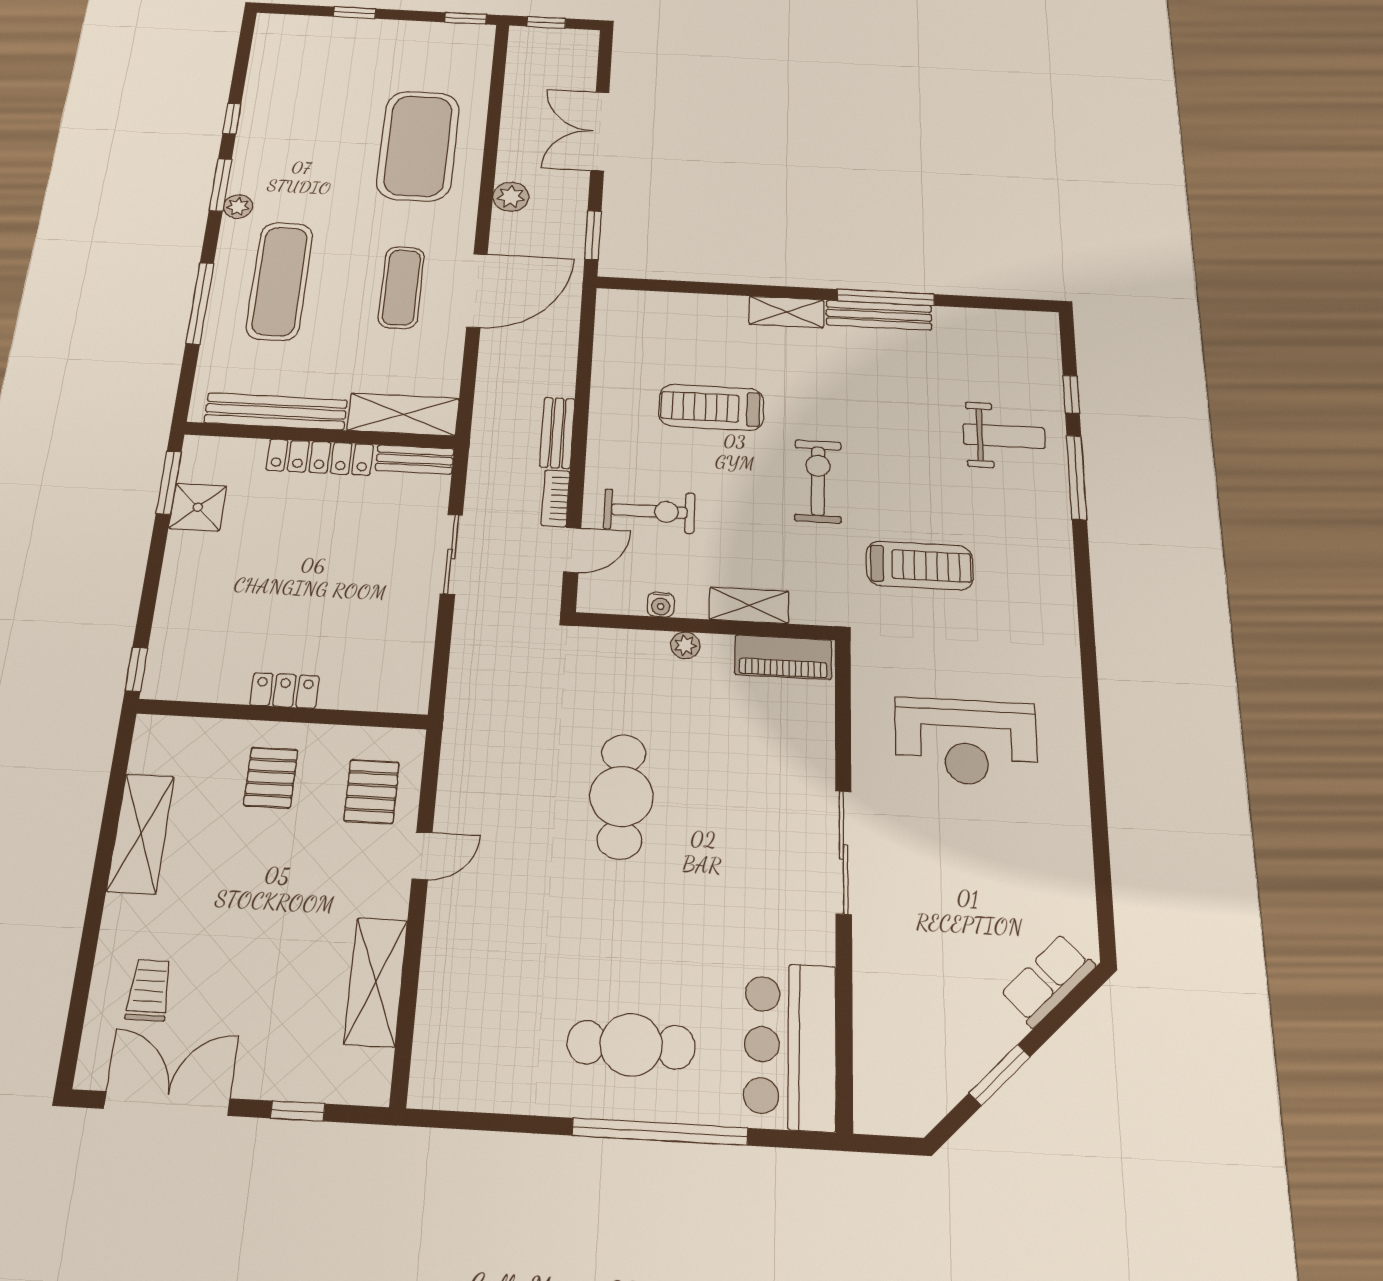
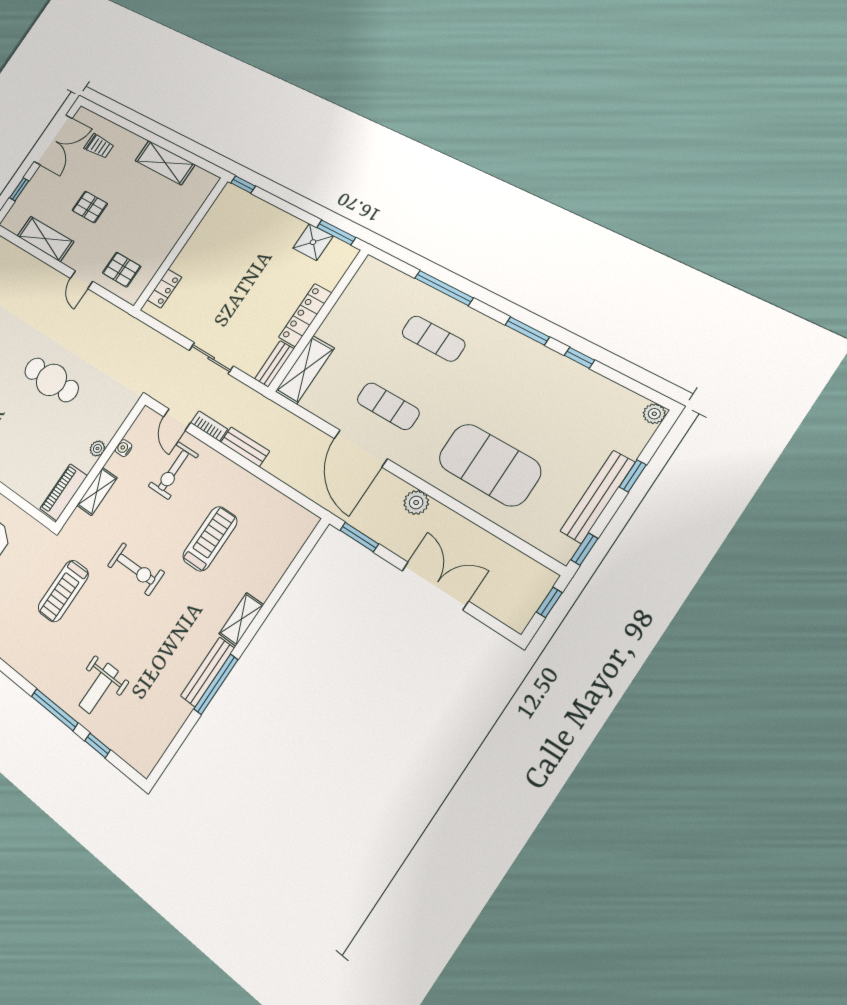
plant: (238, 206) -> (654, 414), moved
exercise mat: (280, 281) -> (433, 339), width x0.73, depth x0.69
bench: (276, 411) -> (598, 497), moved
locker: (285, 690) -> (164, 289), moved
pallet: (271, 778) -> (90, 207), moved

